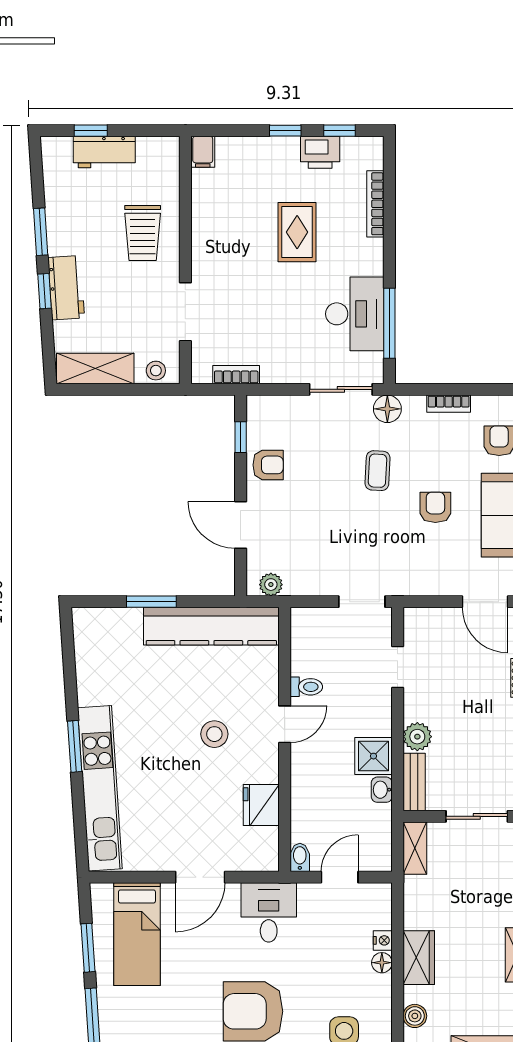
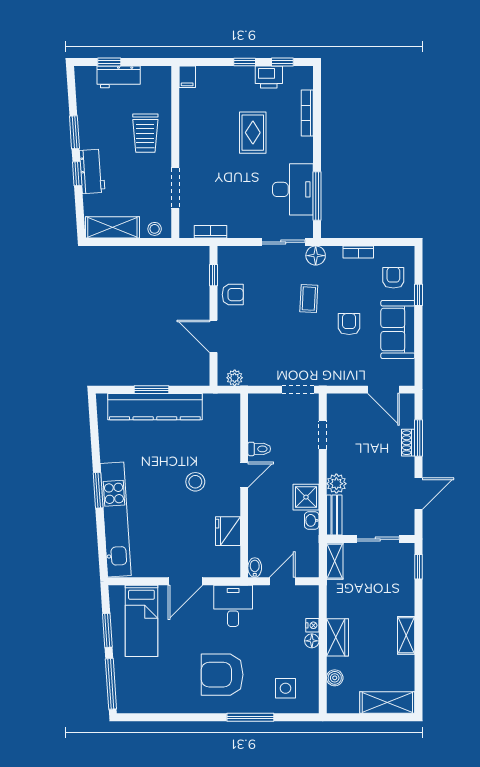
kitchen counter: (211, 626) -> (155, 407), moved

